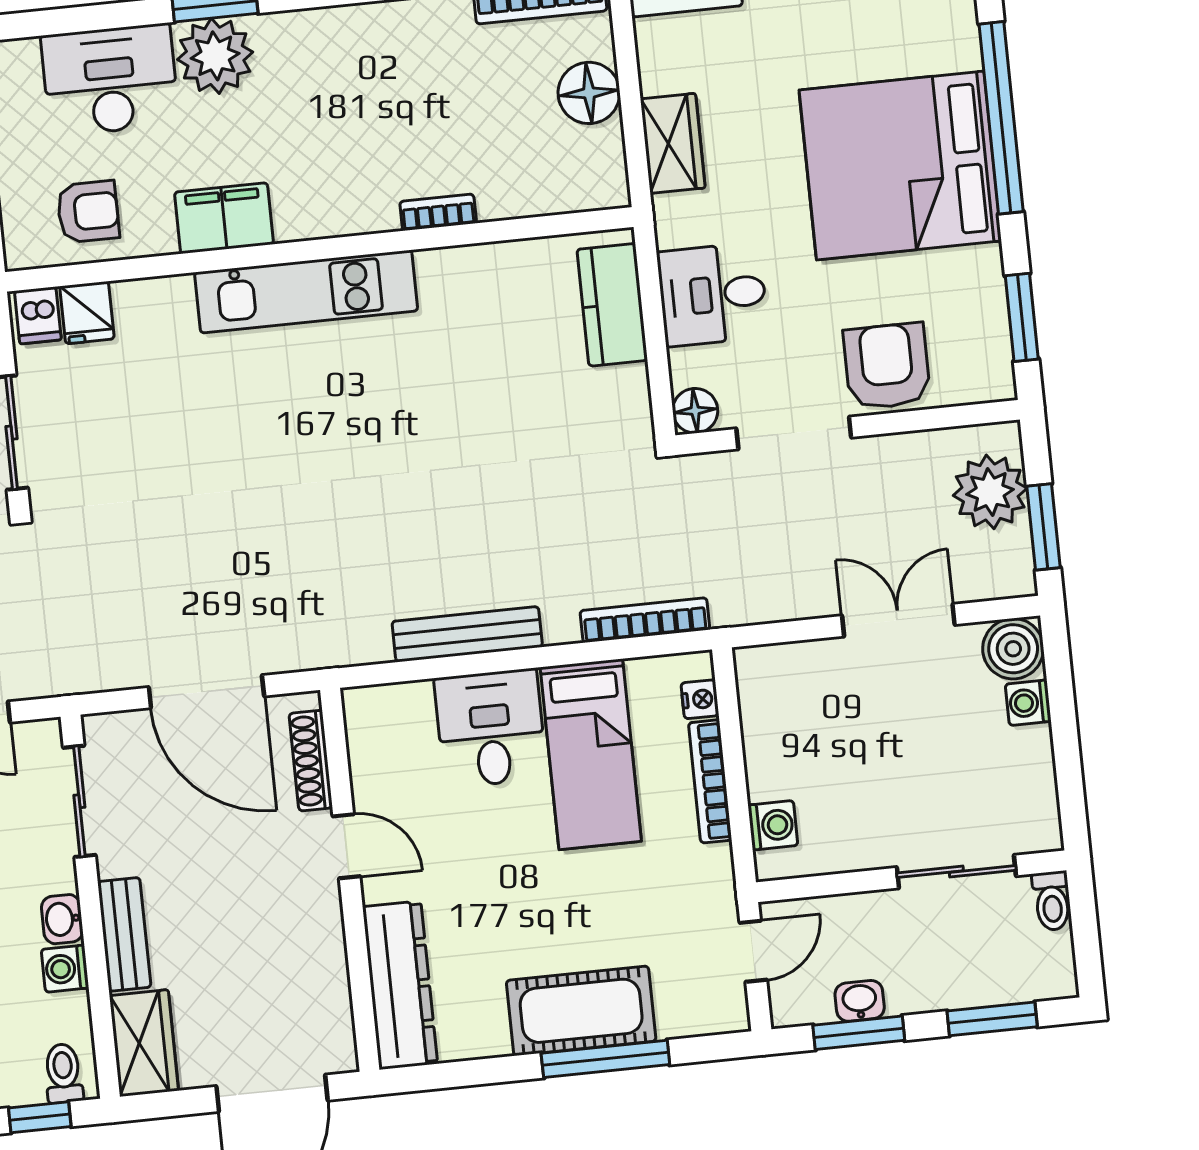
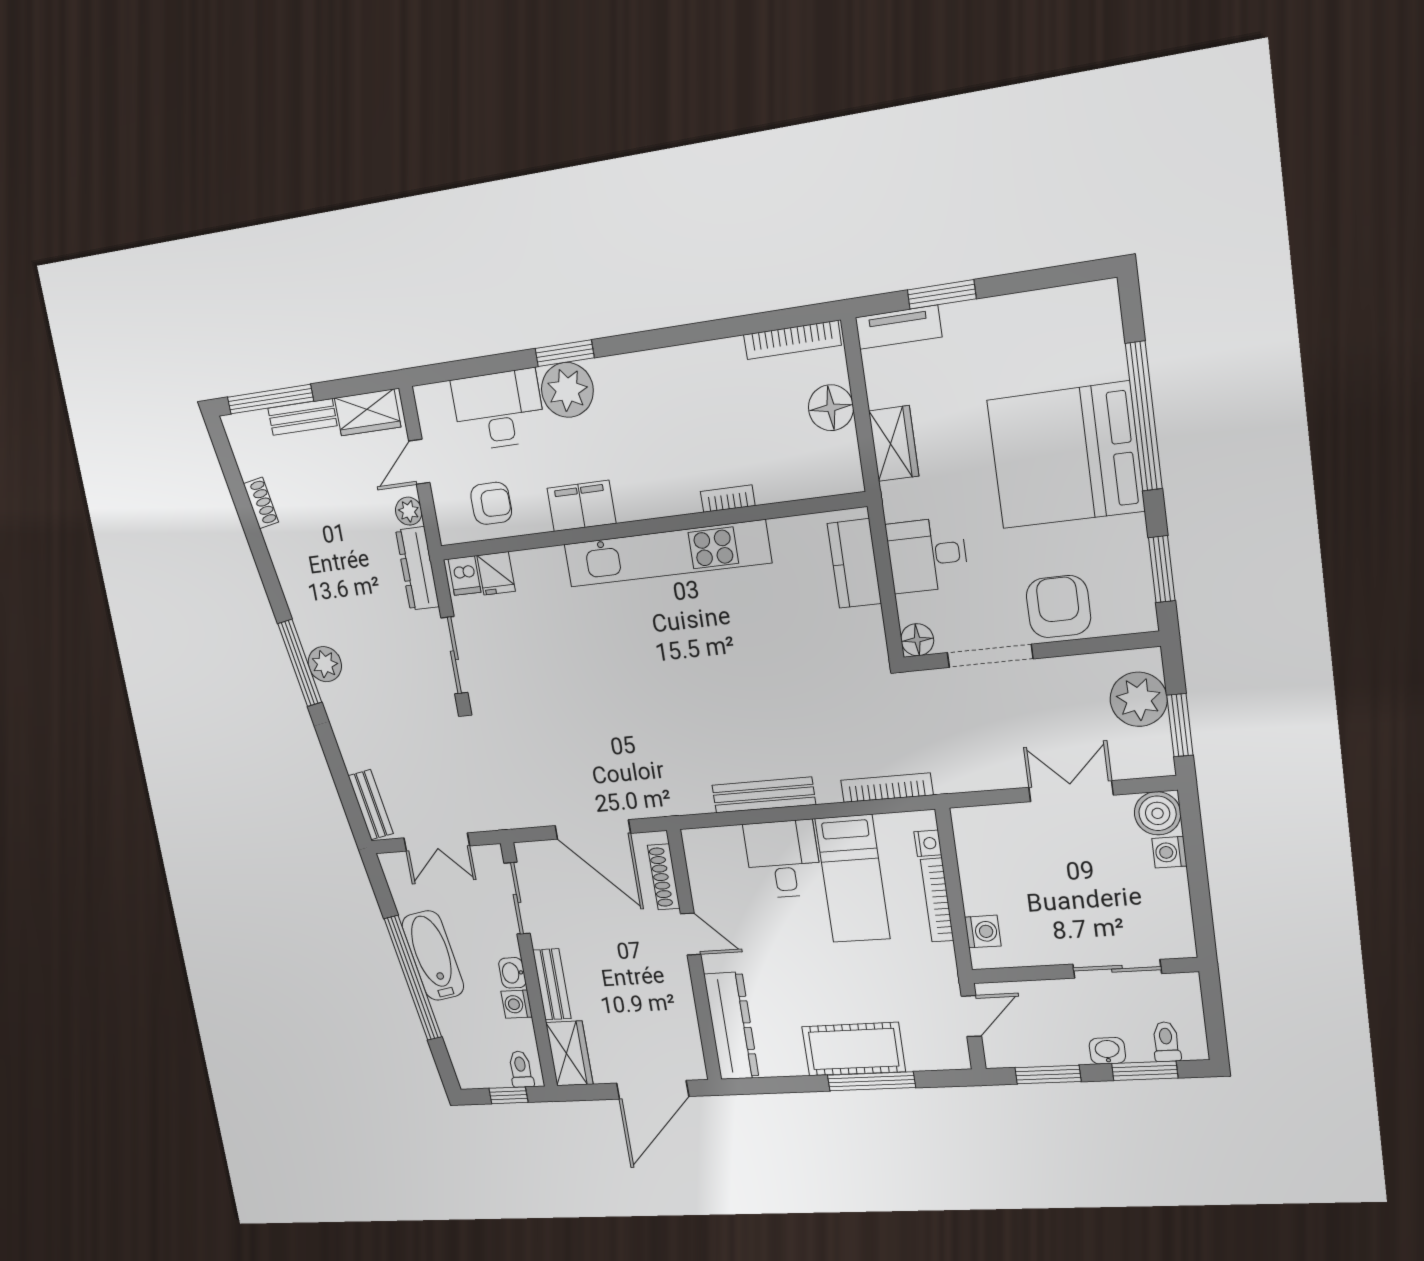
kitchen unit: (306, 292) -> (667, 554), width x1.36
toilet: (1052, 901) -> (1166, 1042), moved, turned 180
washbasin: (860, 1001) -> (1107, 1051), moved

